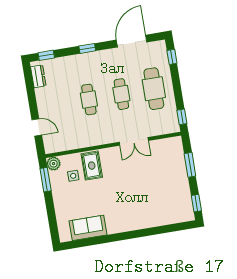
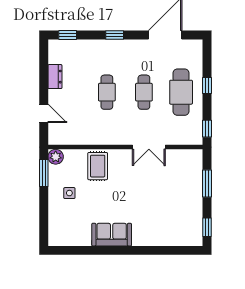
window: (172, 57) -> (207, 85), moved
dresser: (38, 76) -> (55, 77), moved
side table: (73, 176) -> (69, 193), moved
sofa: (88, 228) -> (112, 235), moved

